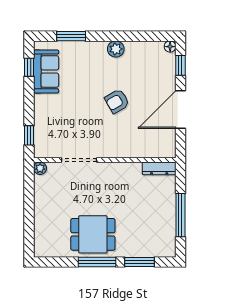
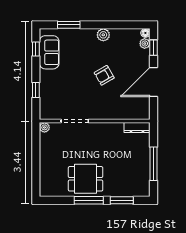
plant: (169, 60) -> (145, 44), added
window: (29, 135) -> (36, 90), moved

